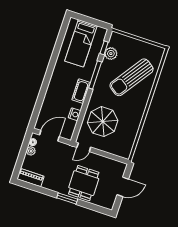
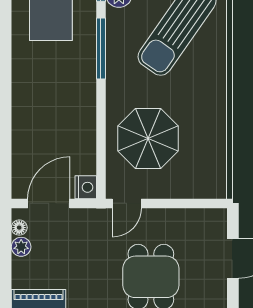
cot: (81, 91) -> (83, 91), removed
nightstand: (75, 114) -> (86, 187), moved

